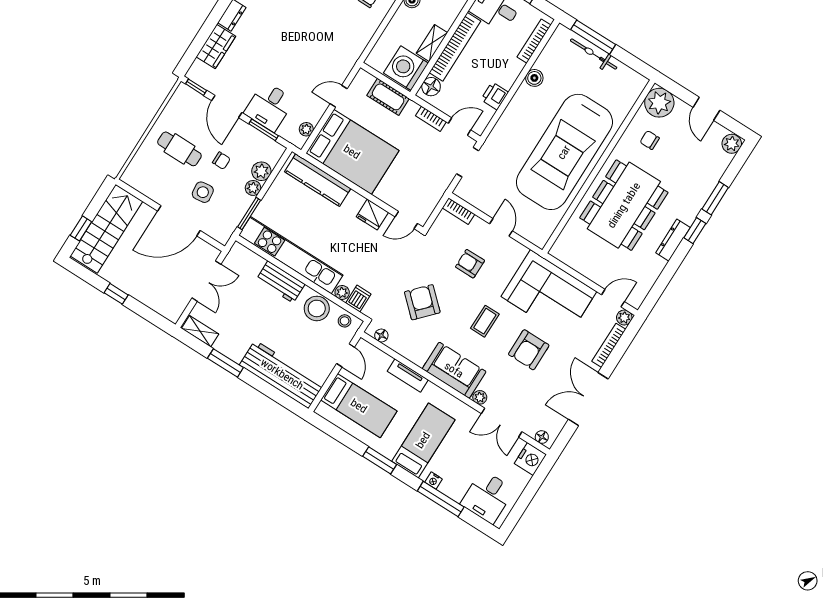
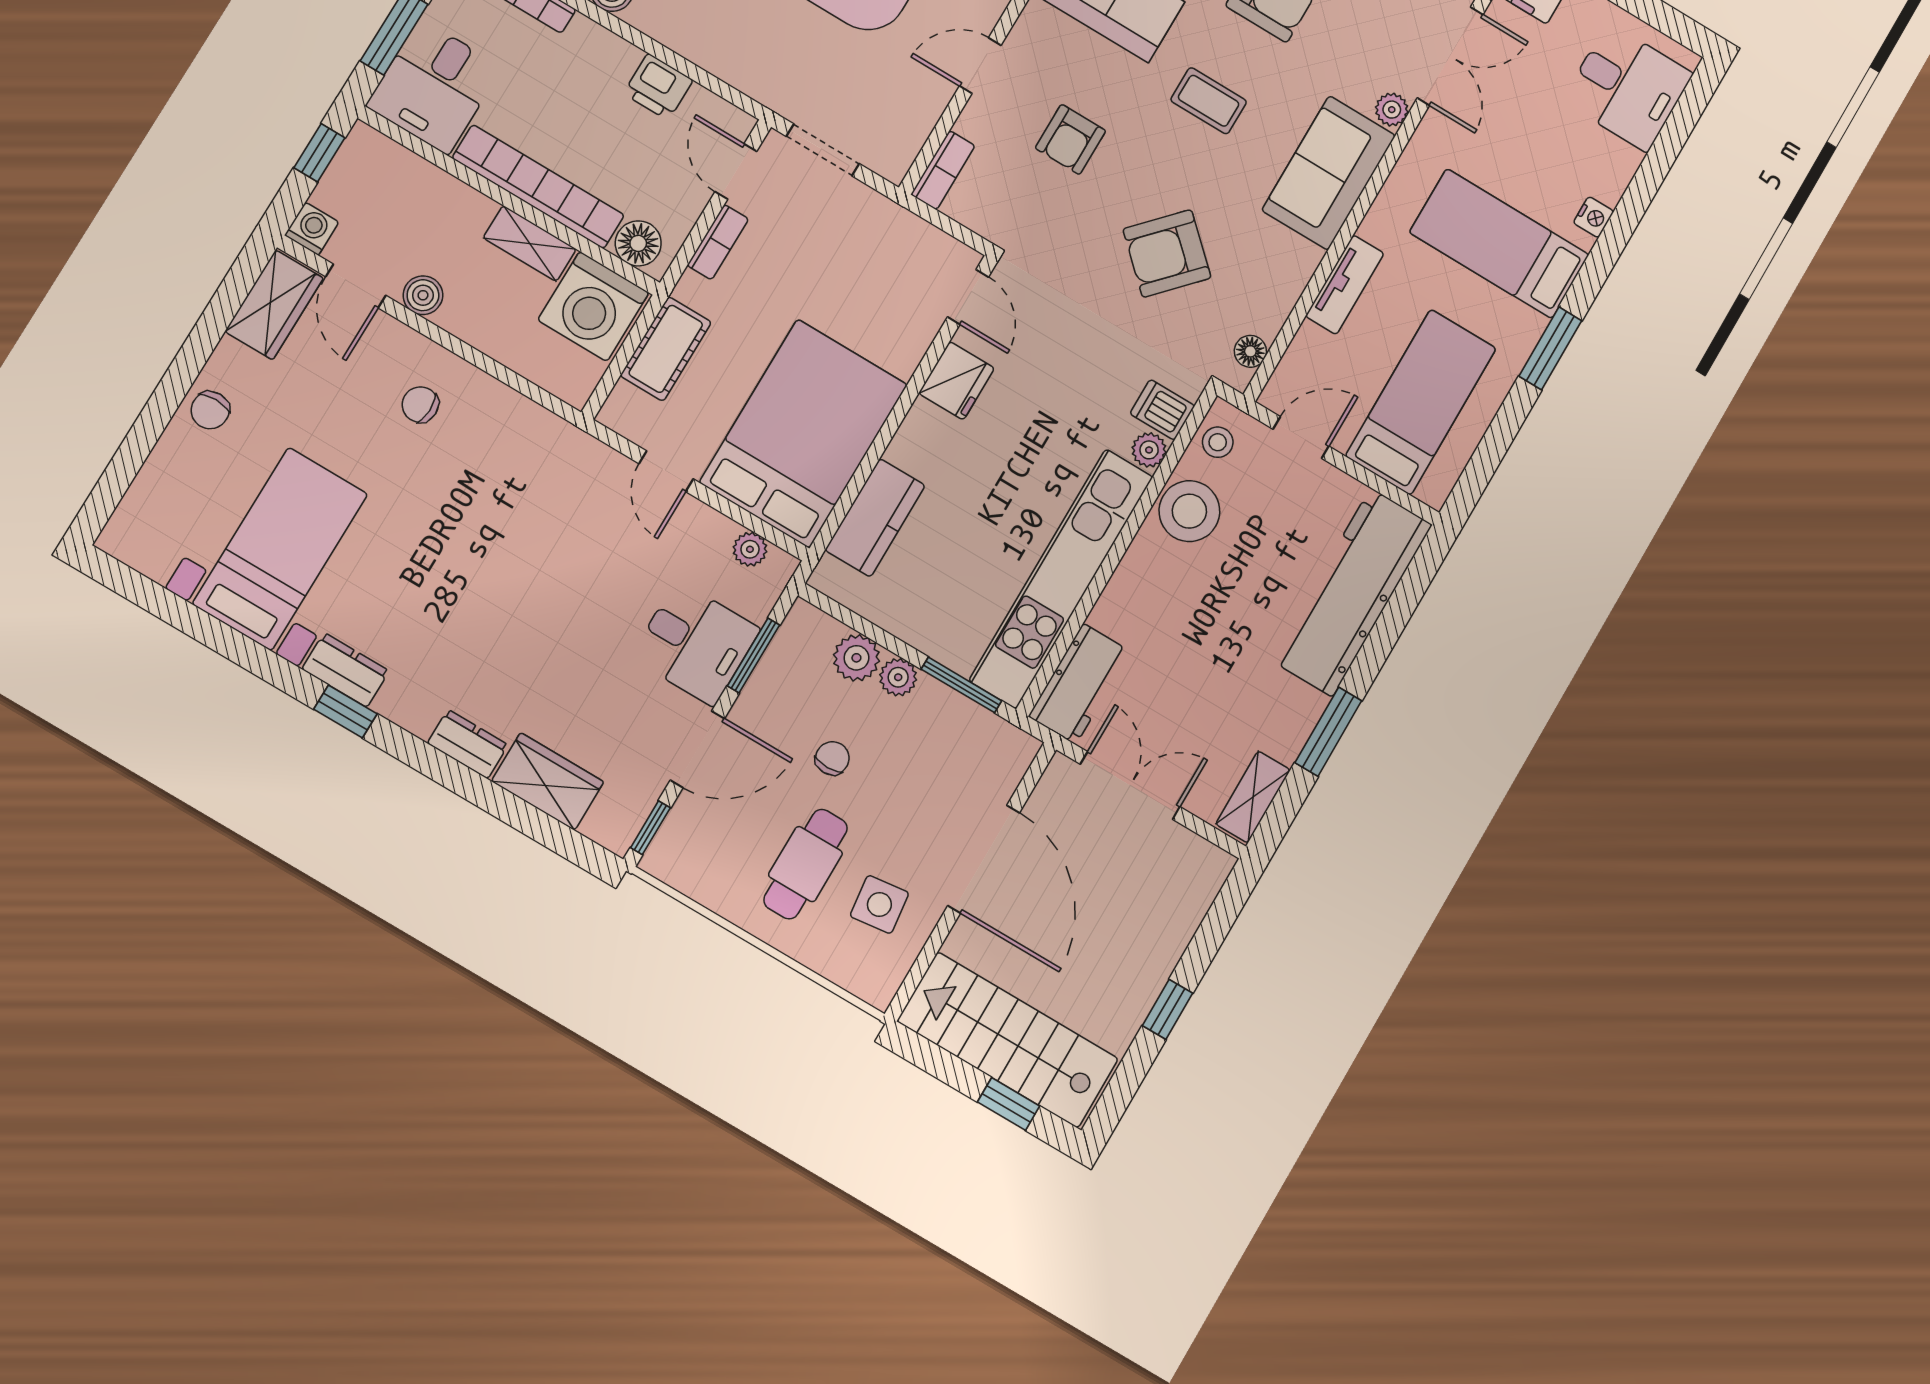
kitchen counter: (318, 180) -> (875, 518), width x0.67
side table: (203, 192) -> (879, 904), moved
workbench: (280, 282) -> (1079, 684), moved
window: (441, 499) -> (1637, 199), removed

